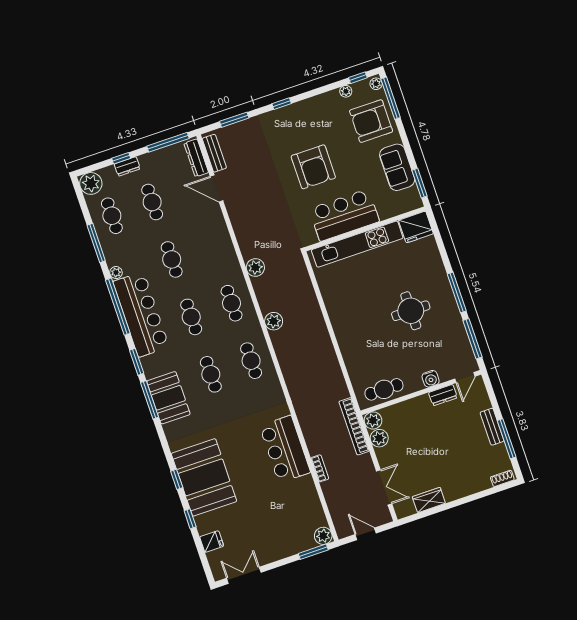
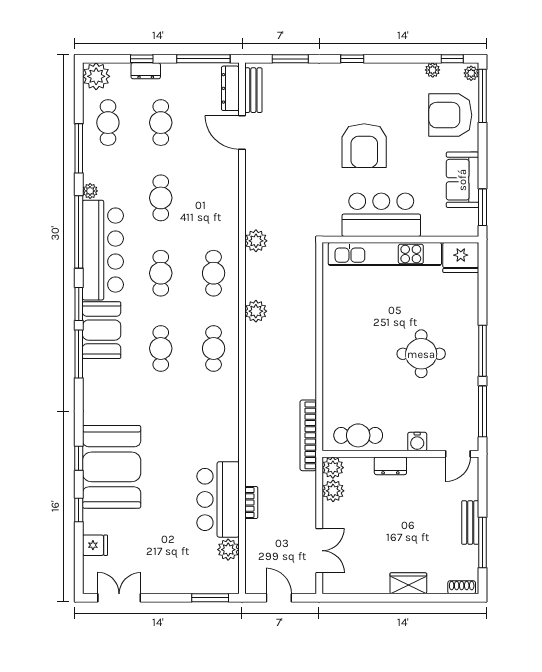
dresser: (443, 395) -> (390, 466), moved
booth: (168, 398) -> (102, 330), moved
bookcase: (354, 426) -> (308, 435), moved
bar counter: (285, 449) -> (218, 499), moved
wardrobe: (429, 500) -> (408, 583), moved
plant: (323, 536) -> (228, 550), moved

